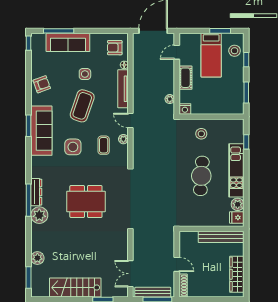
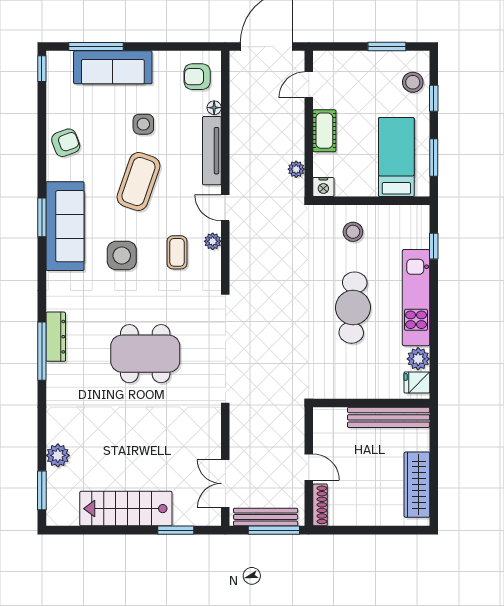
bed: (211, 55) -> (396, 157), moved, turned 180
plant: (39, 215) -> (61, 378), removed

